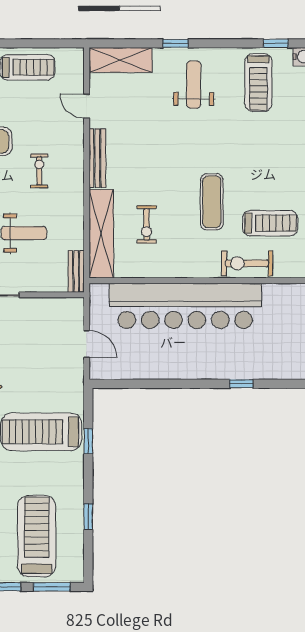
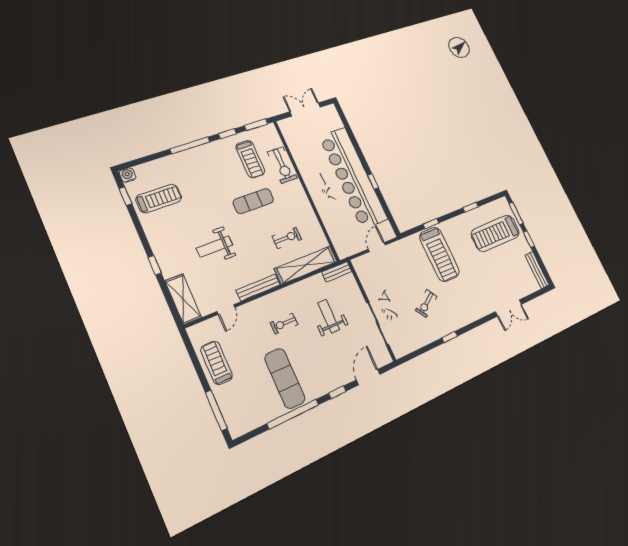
weight bench: (194, 85) -> (215, 247), moved
treadmill: (270, 223) -> (250, 159), turned 180
bar counter: (185, 306) -> (353, 178), moved, turned 180
window: (241, 384) -> (373, 181), moved

